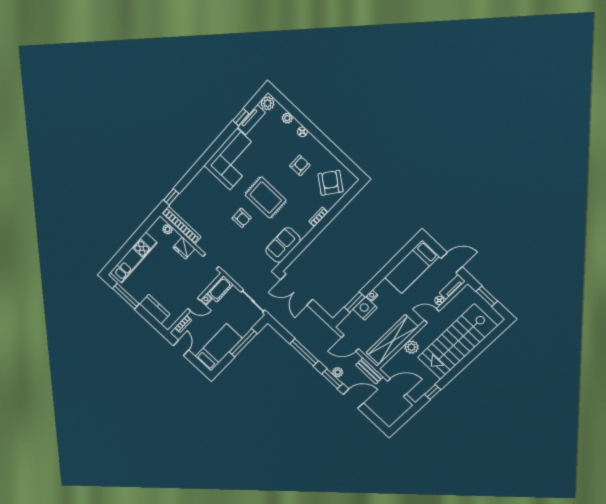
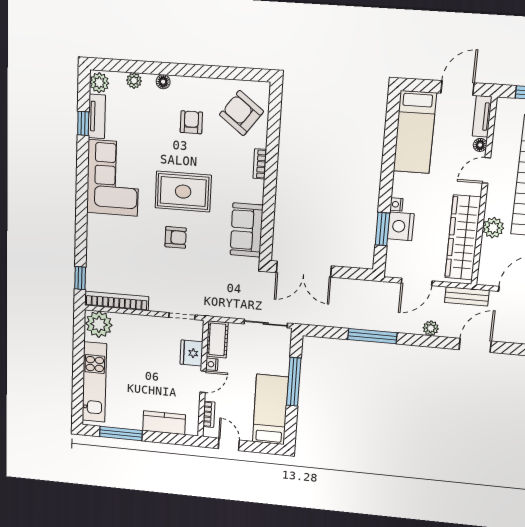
plant: (168, 229) -> (99, 324), width x1.88, depth x1.88
fridge: (184, 248) -> (191, 353), moved, turned 90
window: (332, 379) -> (431, 341), removed

